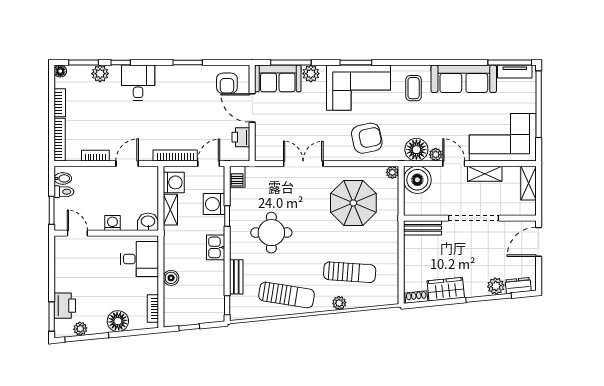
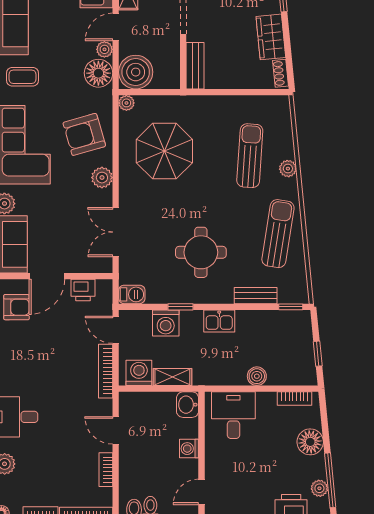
armchair: (367, 138) -> (84, 134), turned -94
plant: (332, 152) -> (102, 178), added
double door: (303, 164) -> (116, 232), moved

